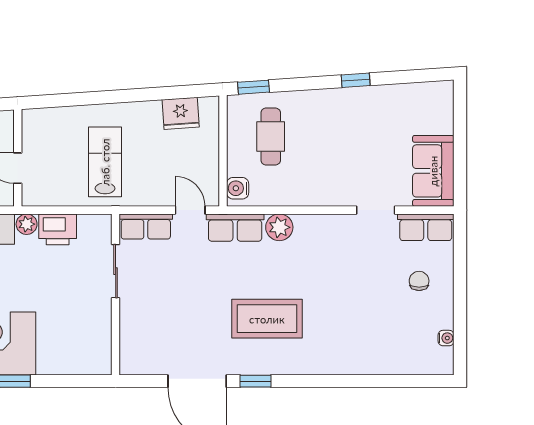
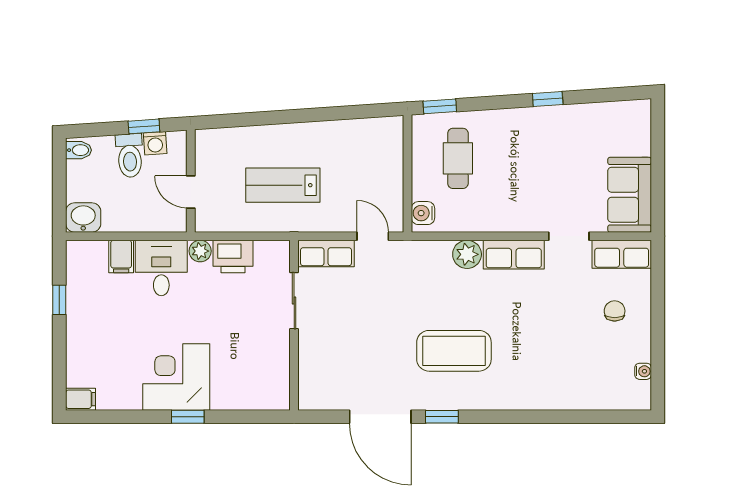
fridge: (181, 113) -> (363, 134), removed
lab bench: (105, 162) -> (283, 185), turned -90
row of seats: (235, 228) -> (514, 255), moved

